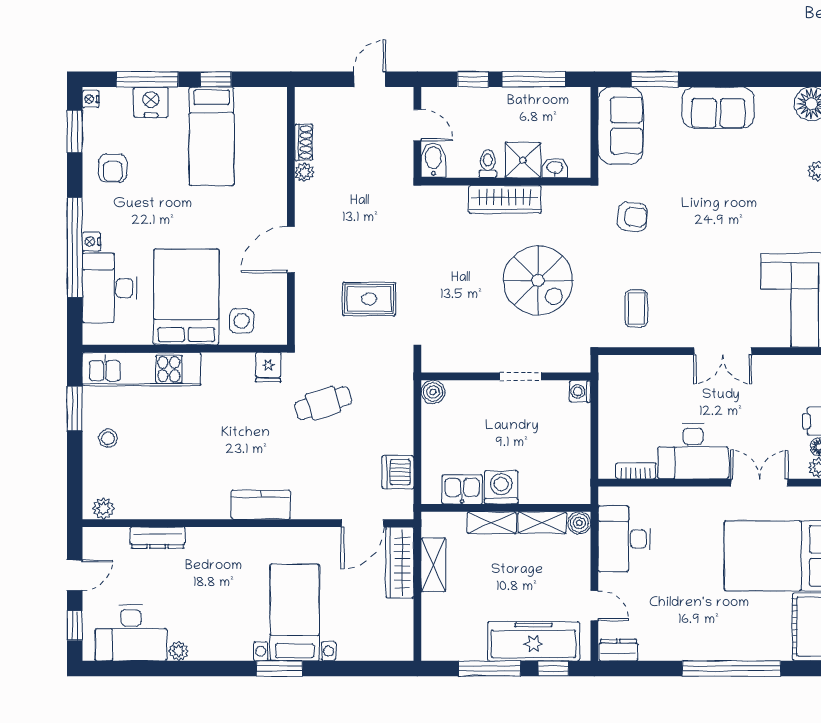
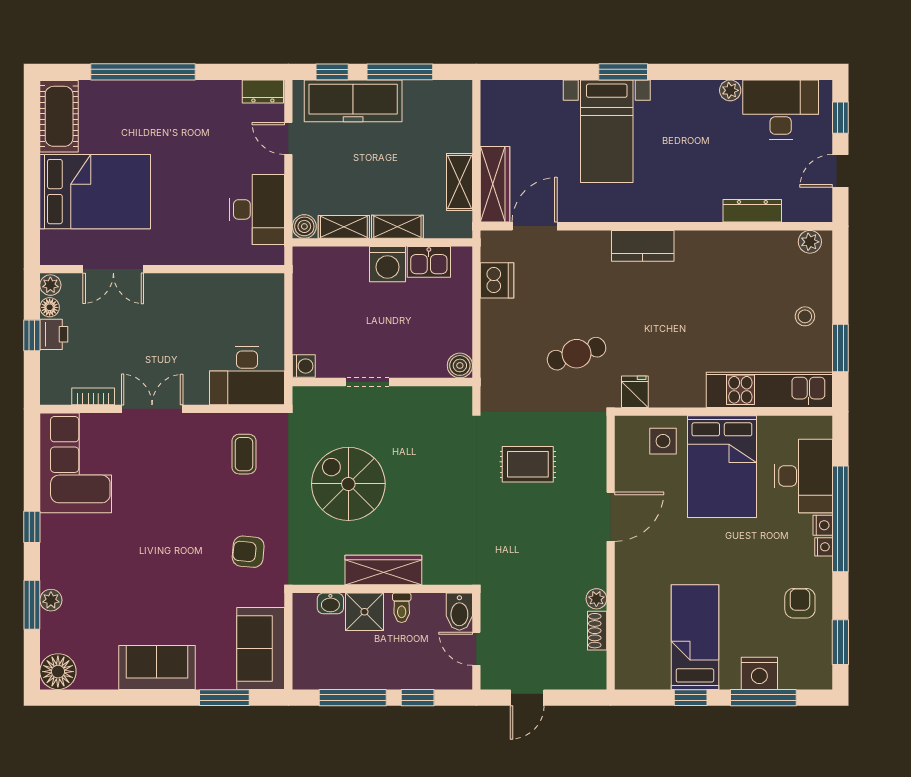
nightstand: (91, 99) -> (824, 547), moved
desk: (693, 451) -> (247, 376), moved, turned 180
bookcase: (636, 471) -> (93, 396), moved, turned 180

